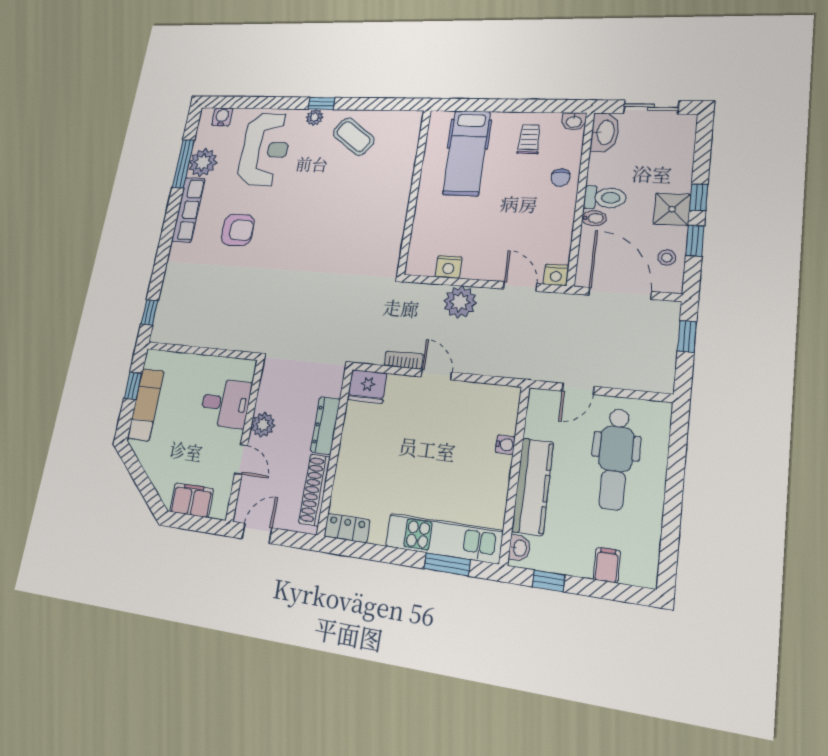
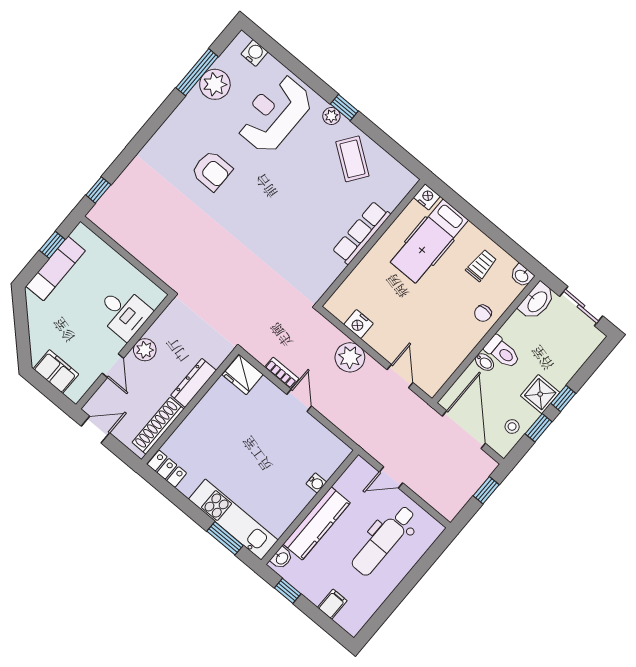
reception desk: (265, 149) -> (274, 114), turned 180
row of seats: (188, 210) -> (361, 233), moved, turned 180
nightstand: (556, 275) -> (427, 197), moved, turned 180

